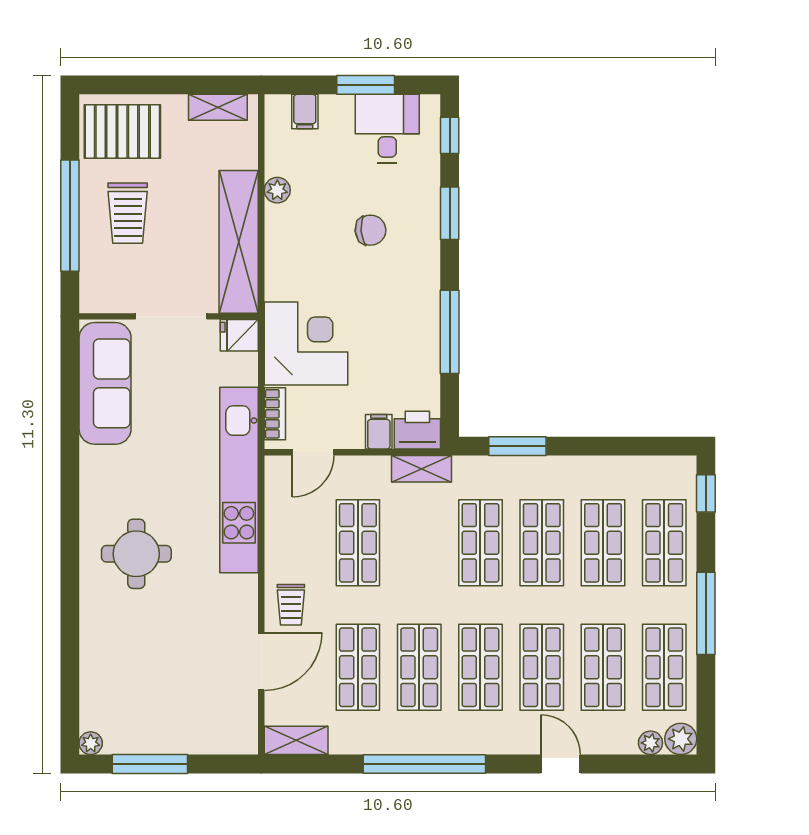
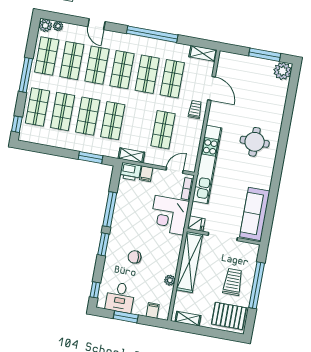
window: (450, 213) -> (103, 244), moved
door: (261, 662) -> (211, 88), swing flipped
plant: (91, 743) -> (283, 71), width x1.88, depth x1.88

